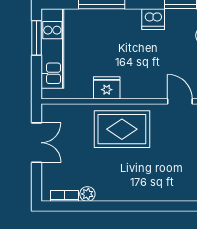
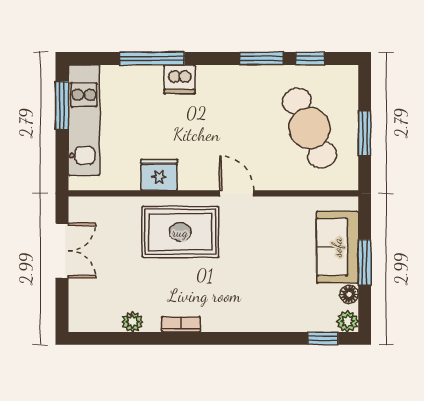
dishwasher: (153, 19) -> (179, 79), moved
door: (180, 101) -> (237, 193), moved
bookcase: (65, 196) -> (181, 324), moved

